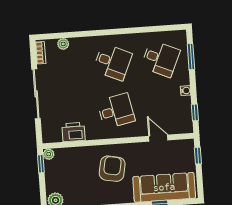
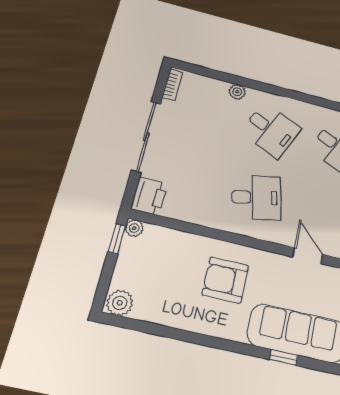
plant: (63, 44) -> (237, 92), moved
printer: (73, 132) -> (149, 196), moved, turned 90
armchair: (112, 169) -> (225, 280), turned -101

